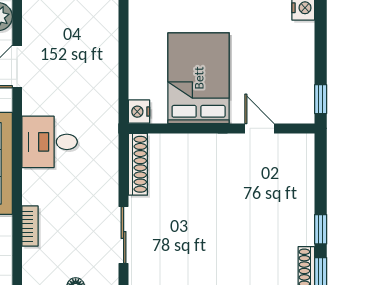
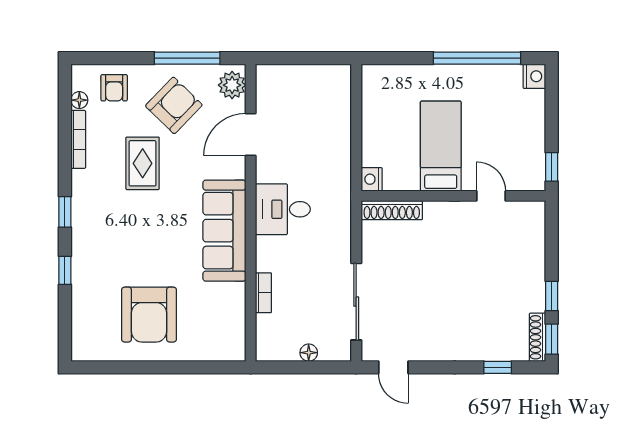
bed: (199, 78) -> (441, 146), width x0.67
shoe rack: (138, 164) -> (392, 210), moved, turned 90
sliding door: (124, 235) -> (356, 302), width x1.37

